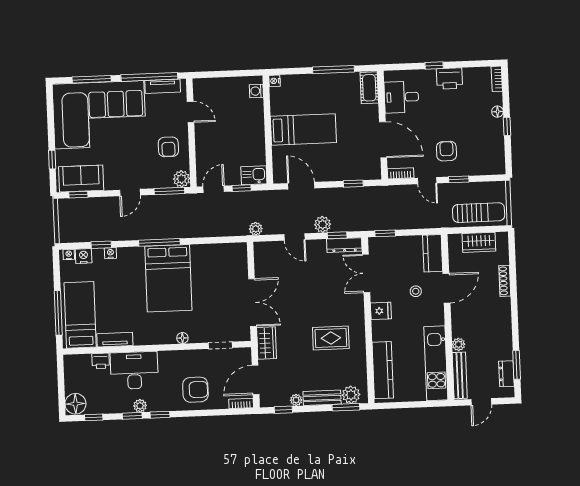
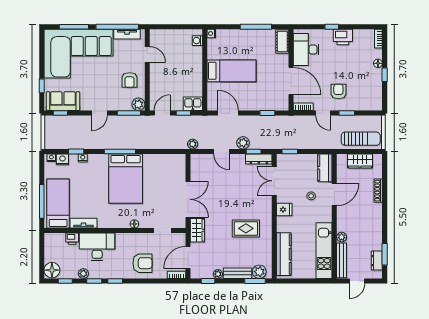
desk: (401, 97) -> (306, 50), width x1.37
plant: (140, 406) -> (83, 274), moved

